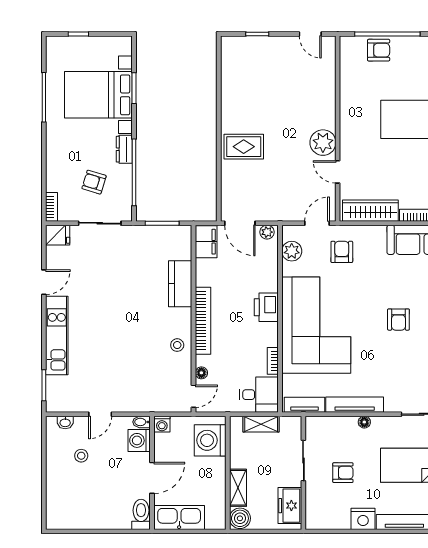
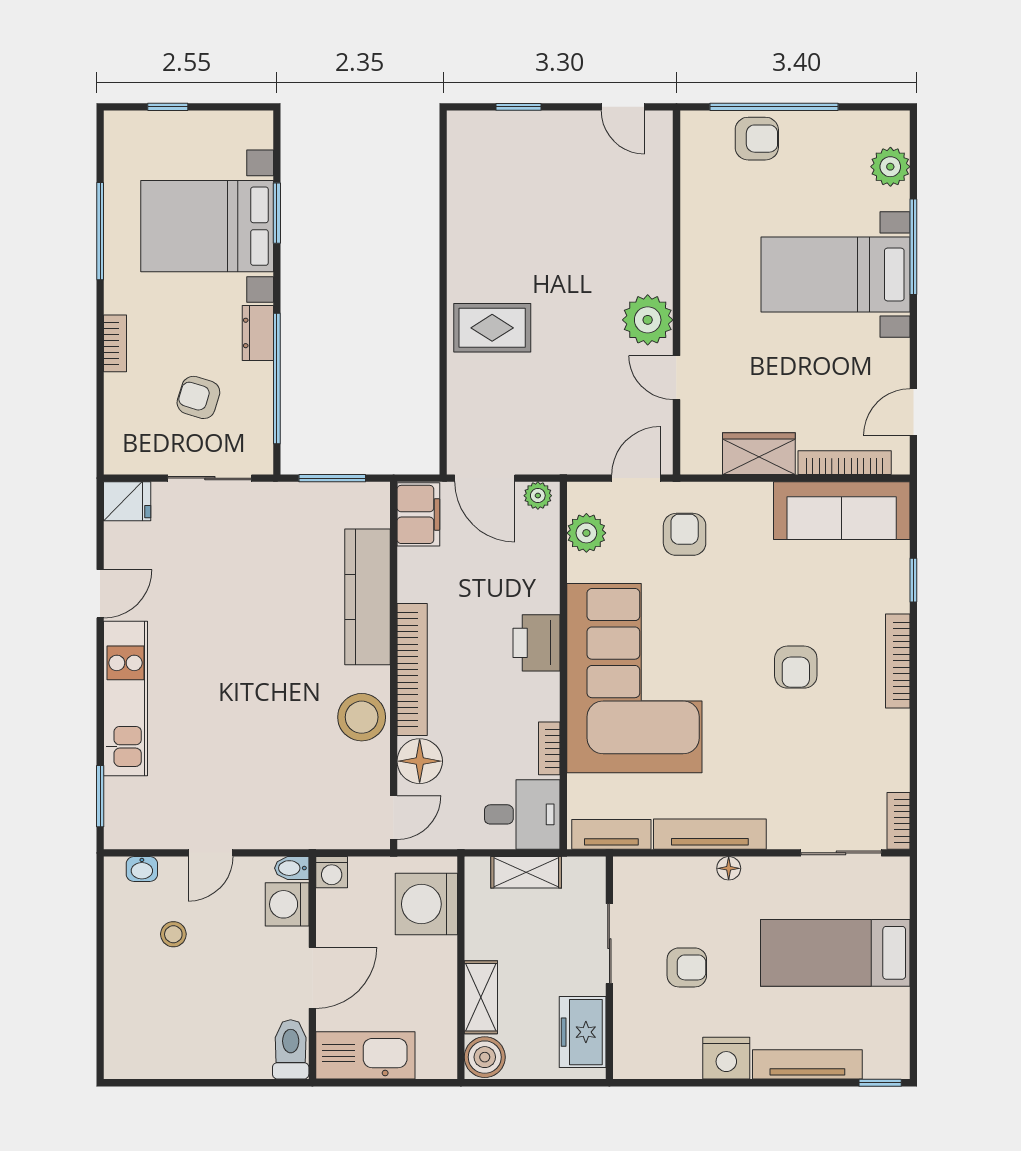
bookcase: (52, 207) -> (115, 343), moved
wardrobe: (370, 211) -> (759, 454), width x0.67
kitchen counter: (180, 284) -> (367, 597), width x1.50
stool: (177, 345) -> (362, 717), width x1.89, depth x1.89
floor lamp: (201, 373) -> (420, 761), width x1.89, depth x1.89

